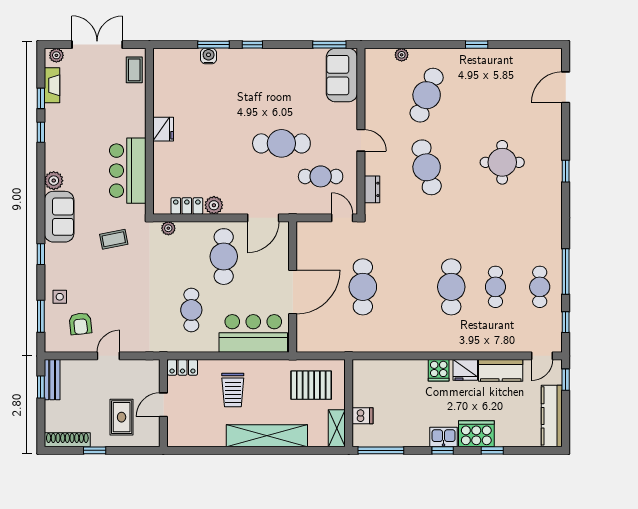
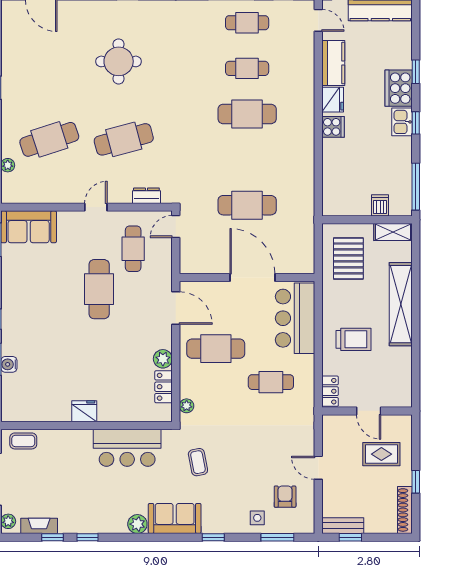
cafe table: (427, 95) -> (49, 139), turned -39
armchair: (80, 324) -> (285, 497), turned -84

